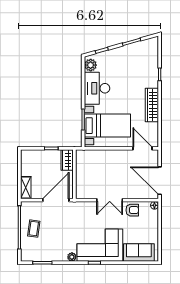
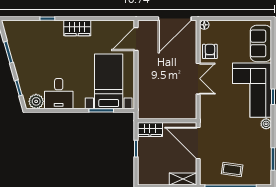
desk: (97, 88) -> (59, 94), width x0.73
wardrobe: (152, 105) -> (77, 28), width x0.67

